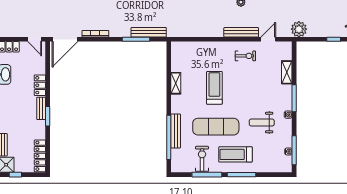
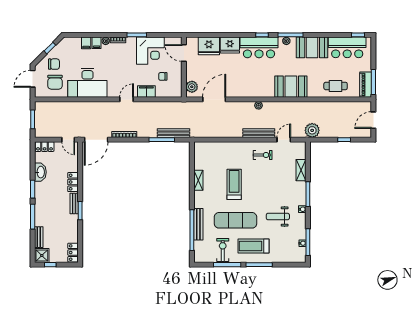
locker: (40, 156) -> (73, 253), width x0.66

